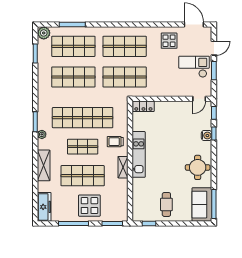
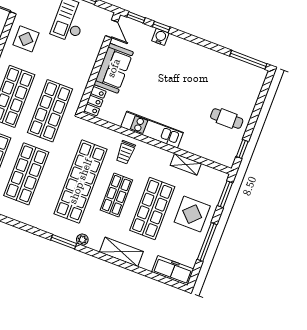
shelving: (123, 167) -> (186, 164), moved
round table: (198, 167) -> (196, 63), removed
sofa: (202, 205) -> (114, 68), moved, turned -90

